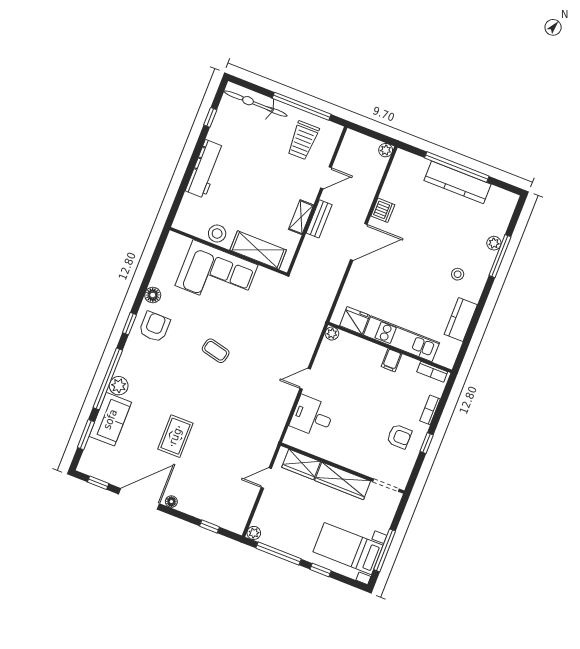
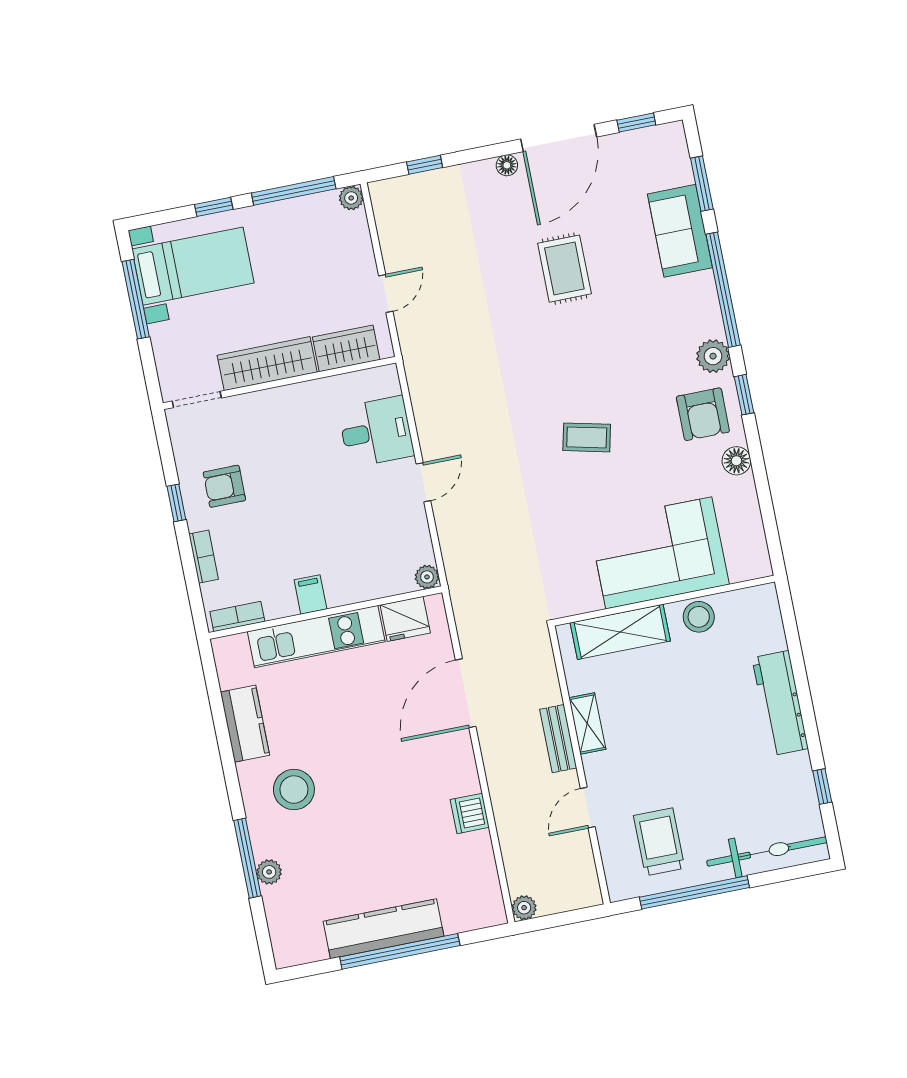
door: (359, 242) -> (466, 693), moved
stool: (458, 274) -> (294, 790), width x1.89, depth x1.89
plant: (119, 386) -> (713, 356), moved

